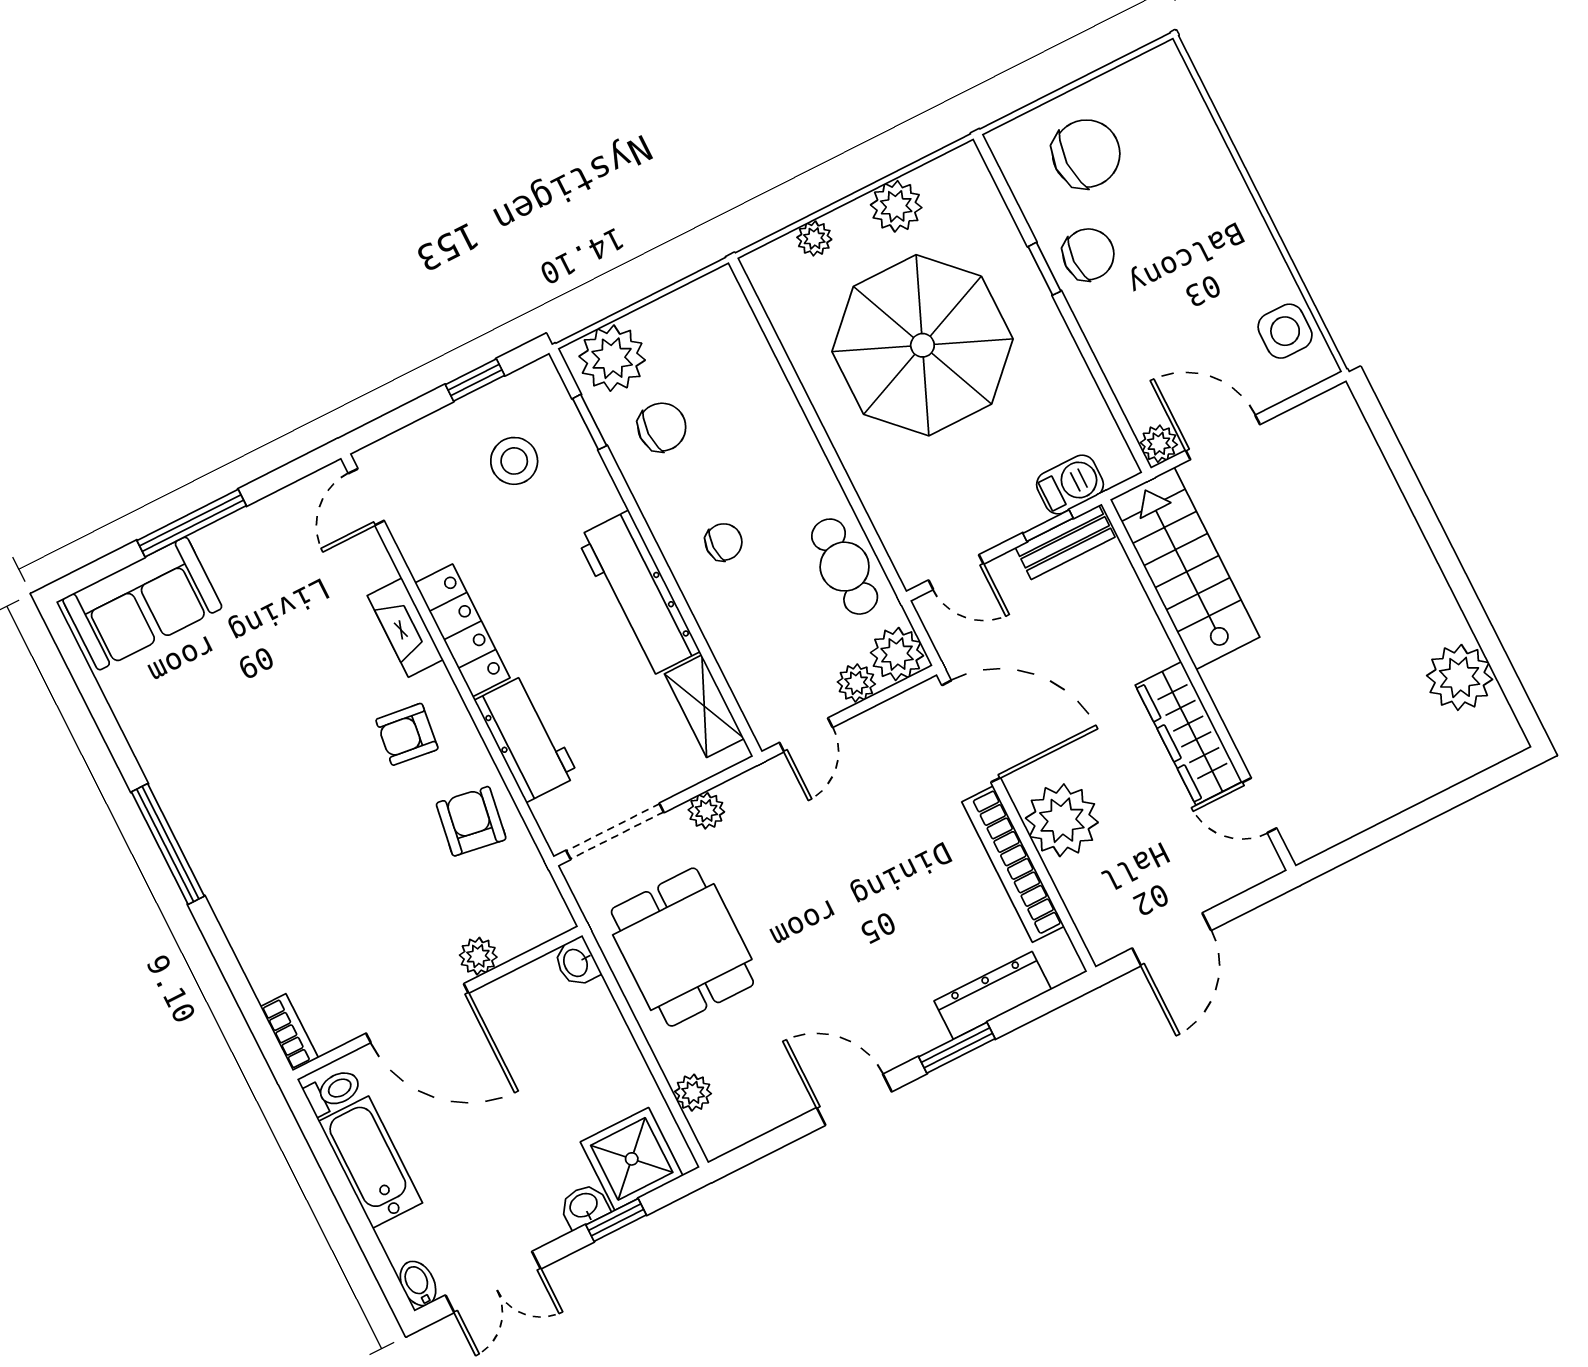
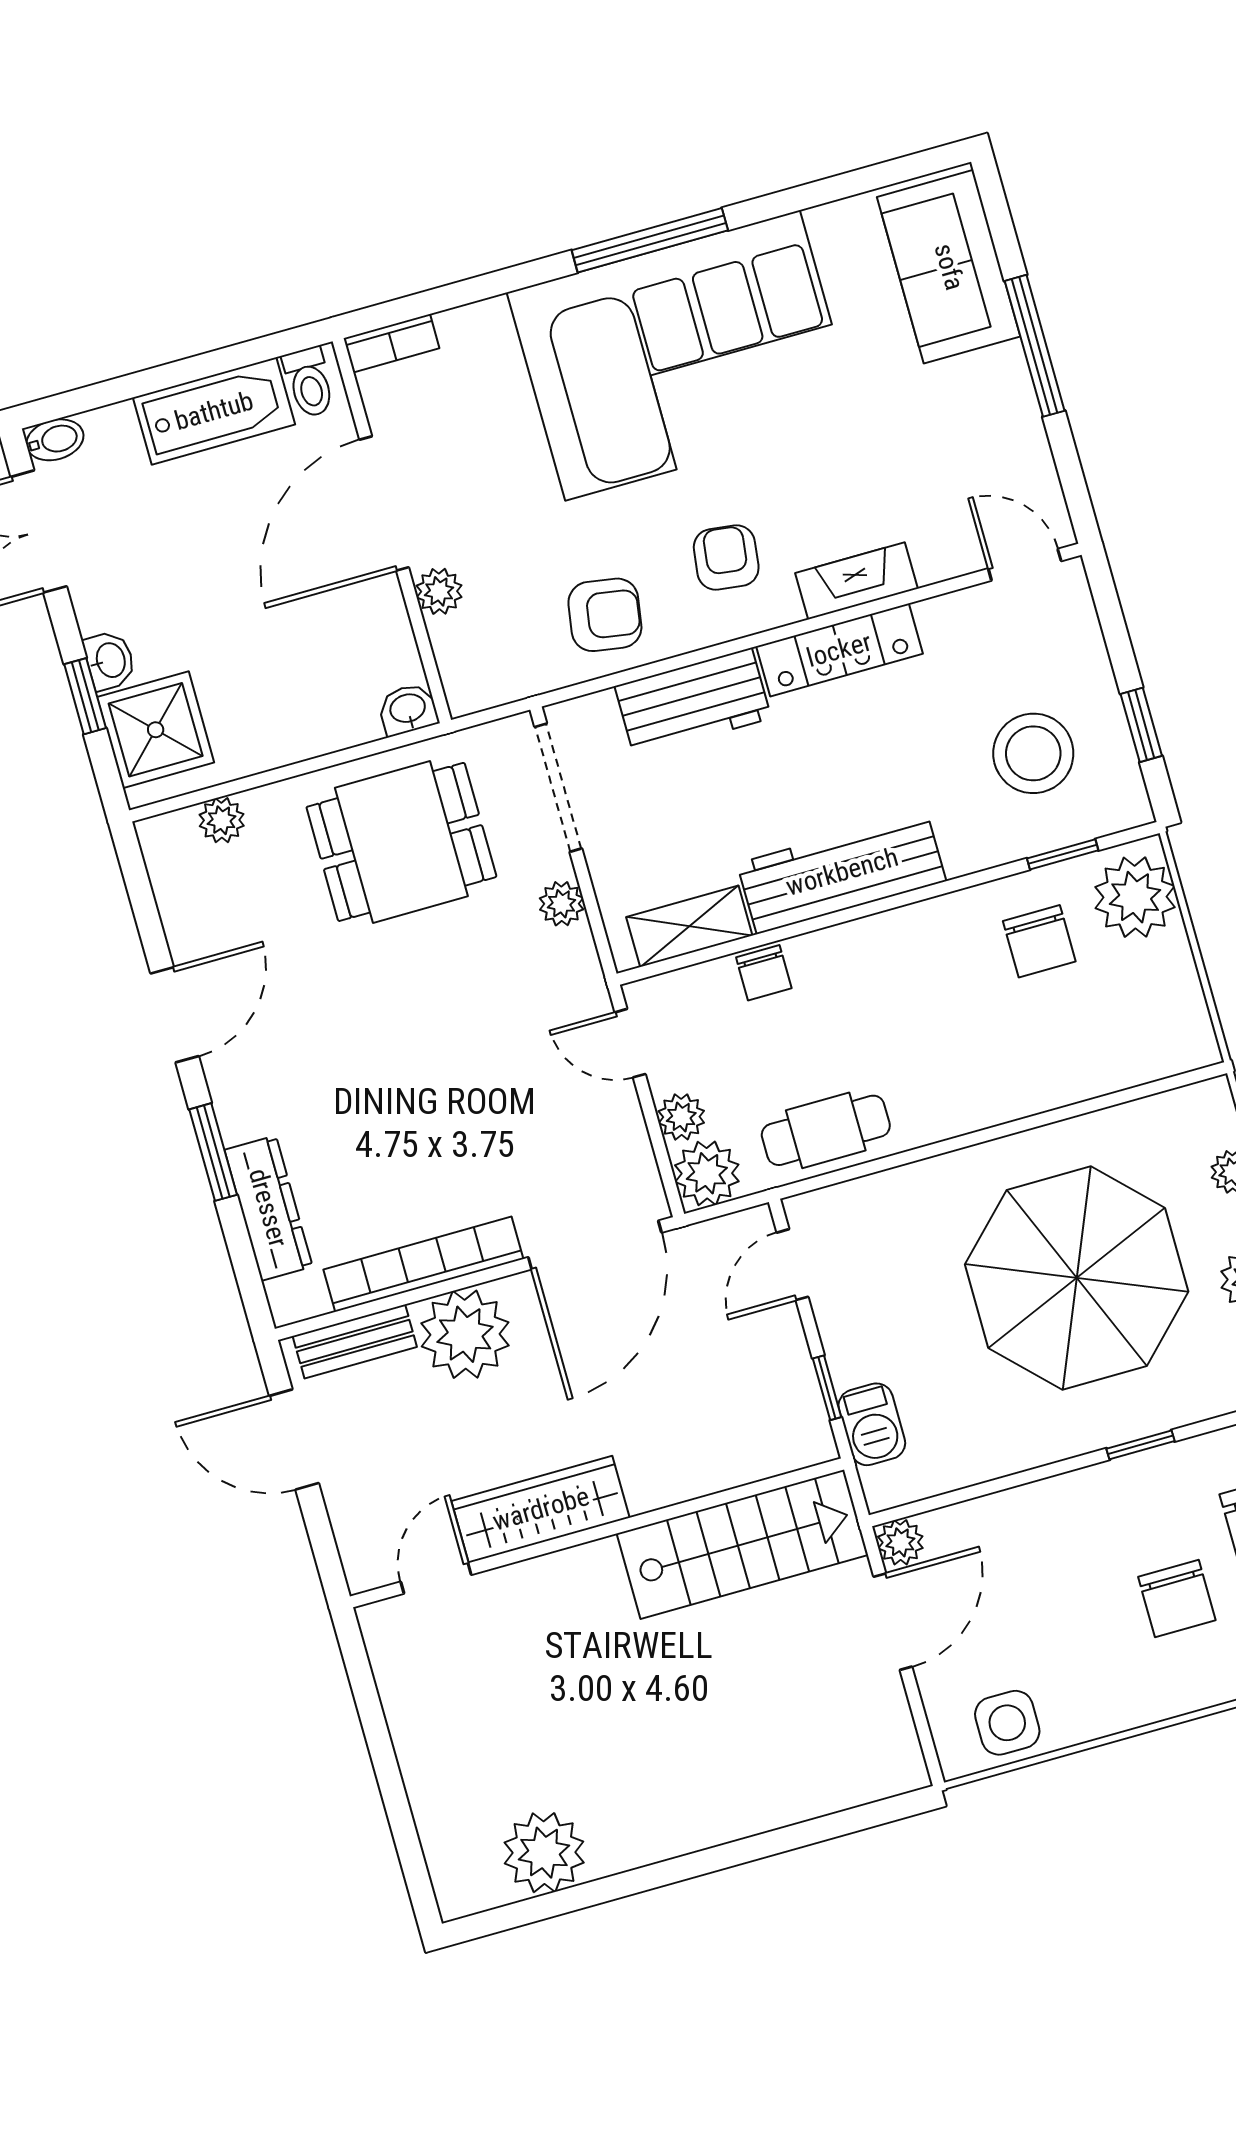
chair: (1088, 254) -> (1177, 1598), moved
stool: (514, 461) -> (1033, 753), width x1.38, depth x1.38
chair: (724, 542) -> (764, 973), moved
bench: (1065, 542) -> (355, 1341), moved, turned 90
corner sofa: (254, 800) -> (683, 355), added

